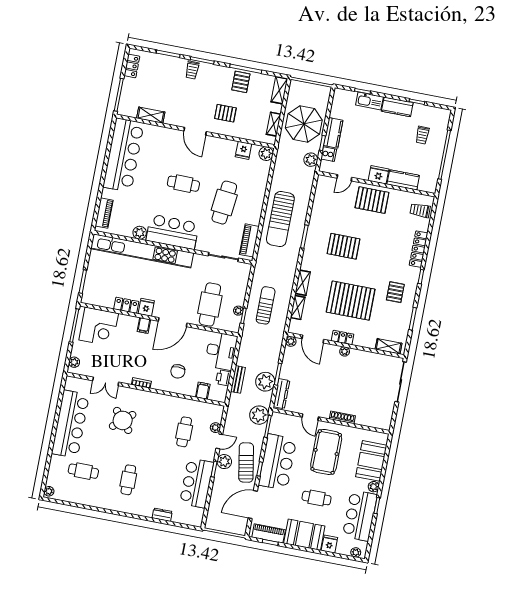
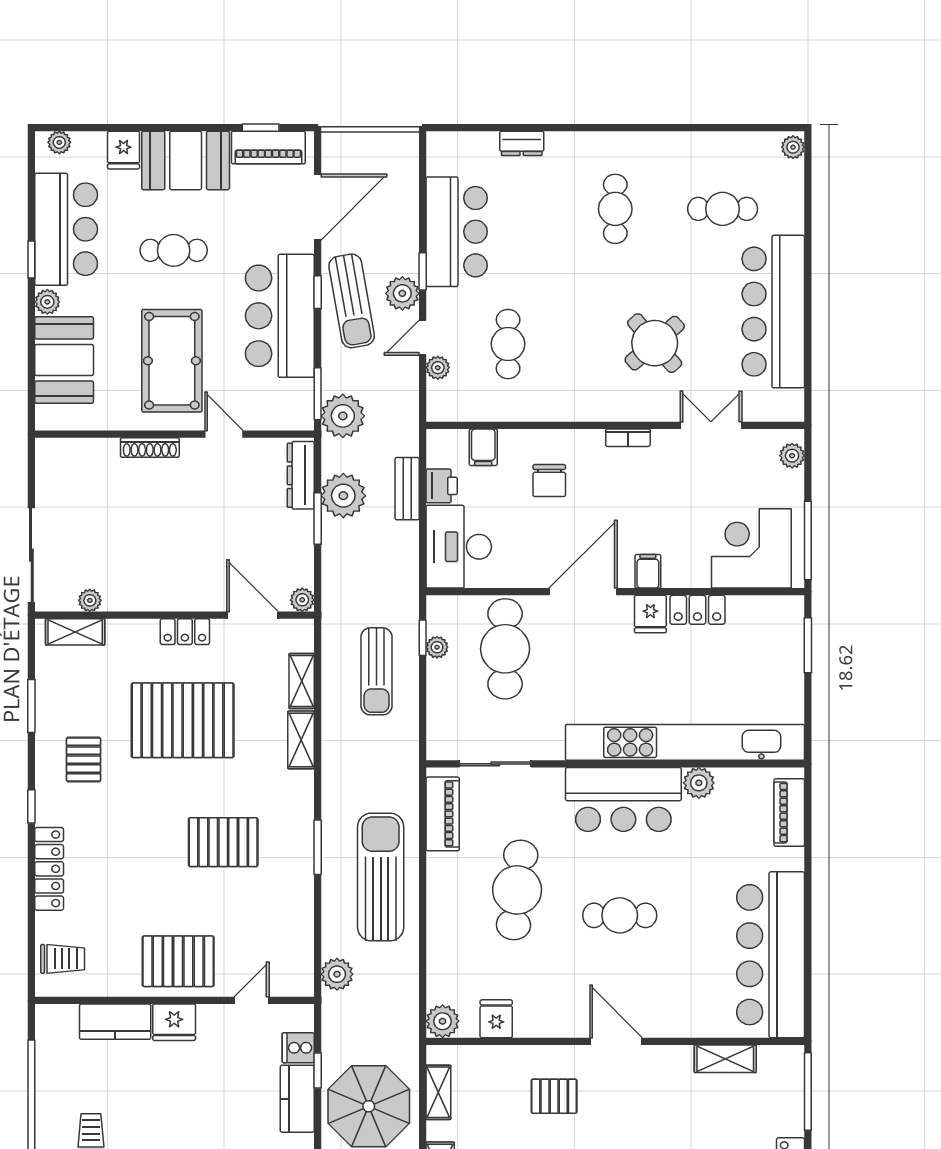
plant: (311, 160) -> (337, 974), moved
plant: (345, 351) -> (90, 600), moved
chair: (178, 371) -> (549, 481), turned 180

